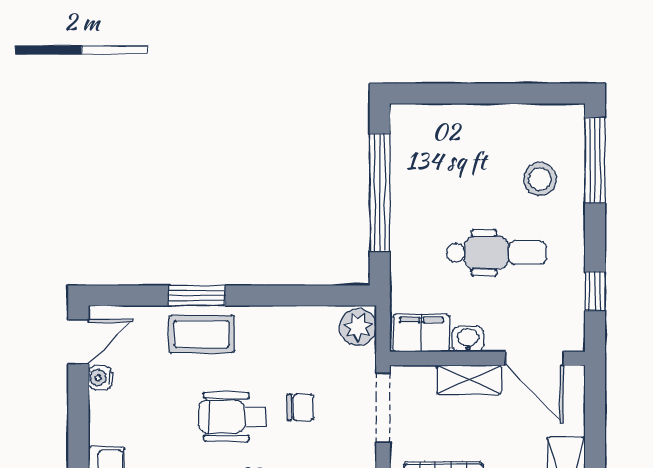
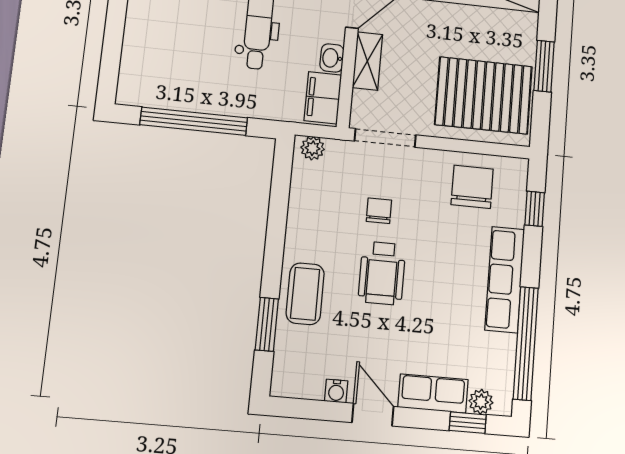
window: (197, 295) -> (267, 324), moved
plant: (358, 327) -> (313, 148), width x0.73, depth x0.73
door: (78, 342) -> (373, 415), moved

